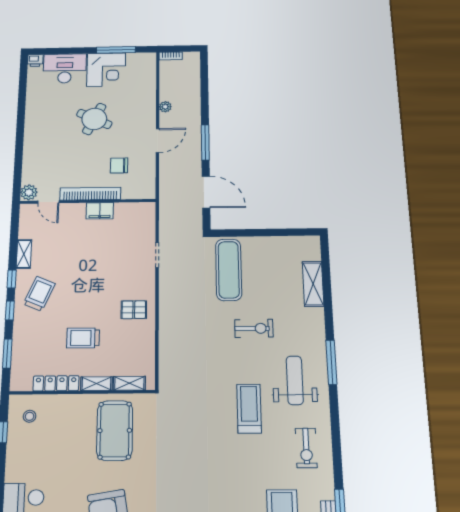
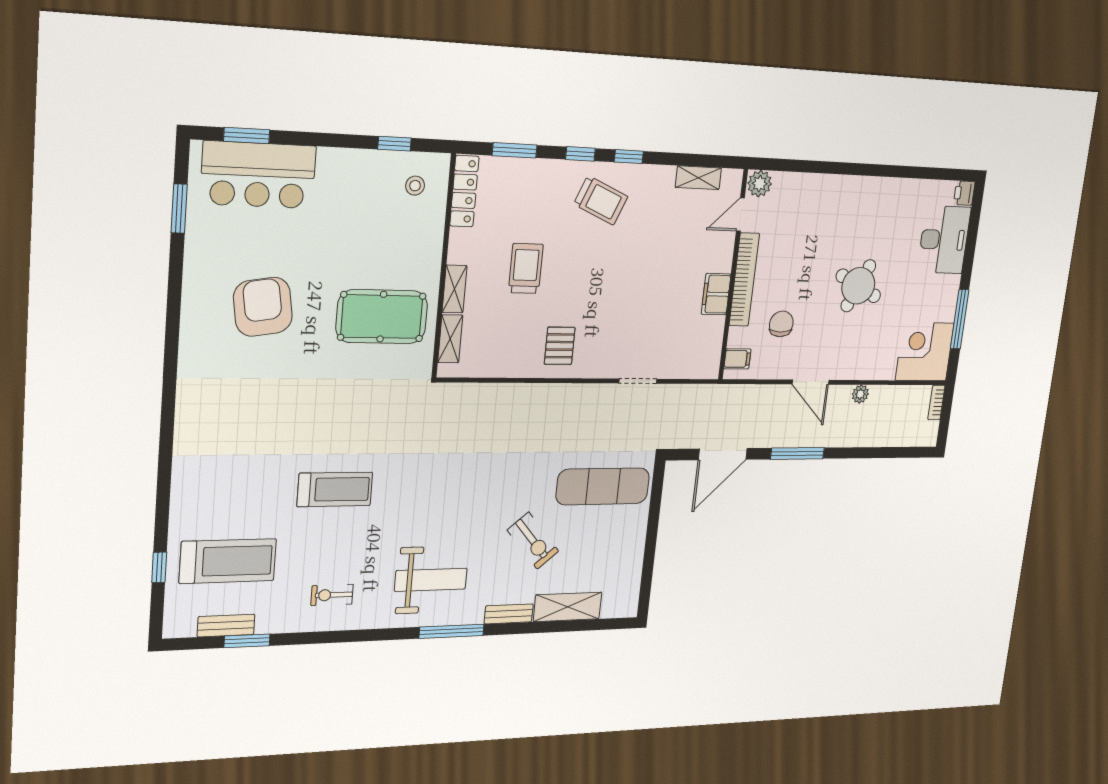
corner desk: (106, 70) -> (925, 352), moved, turned 90
filing cabinet: (142, 191) -> (737, 359), added
shelving: (24, 254) -> (698, 178), moved
bench: (318, 324) -> (509, 614), added
exercise bike: (254, 328) -> (533, 541), moved, turned -41
locker: (56, 383) -> (464, 191), moved
treadmill: (249, 409) -> (335, 489), moved
exercise bike: (306, 448) -> (332, 595), width x0.73, depth x0.72

